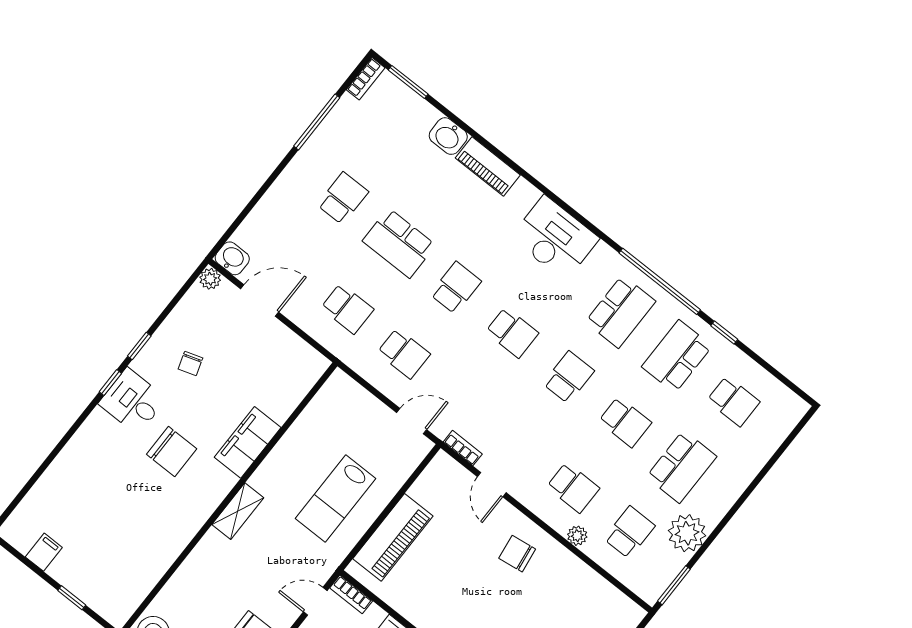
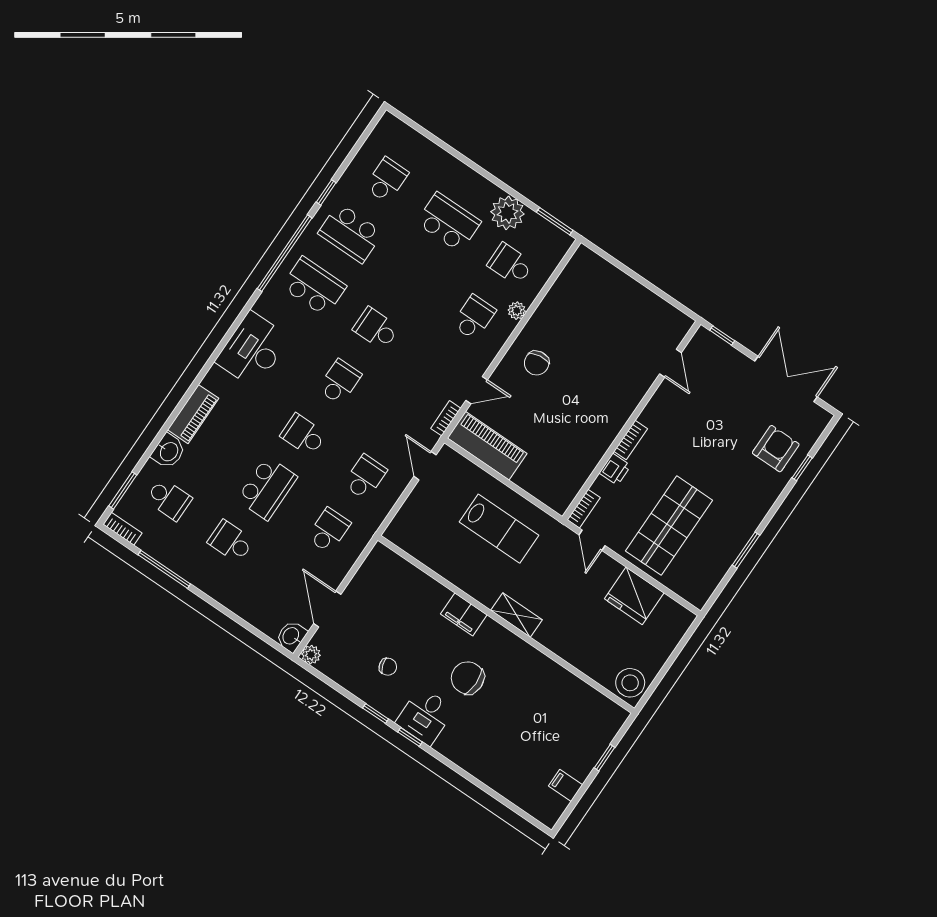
school desk: (625, 422) -> (169, 499), moved, turned 90
filing cabinet: (248, 442) -> (464, 614), width x0.67, depth x0.86
chair: (172, 452) -> (468, 678), turned -90
piano: (393, 537) -> (487, 446), moved

